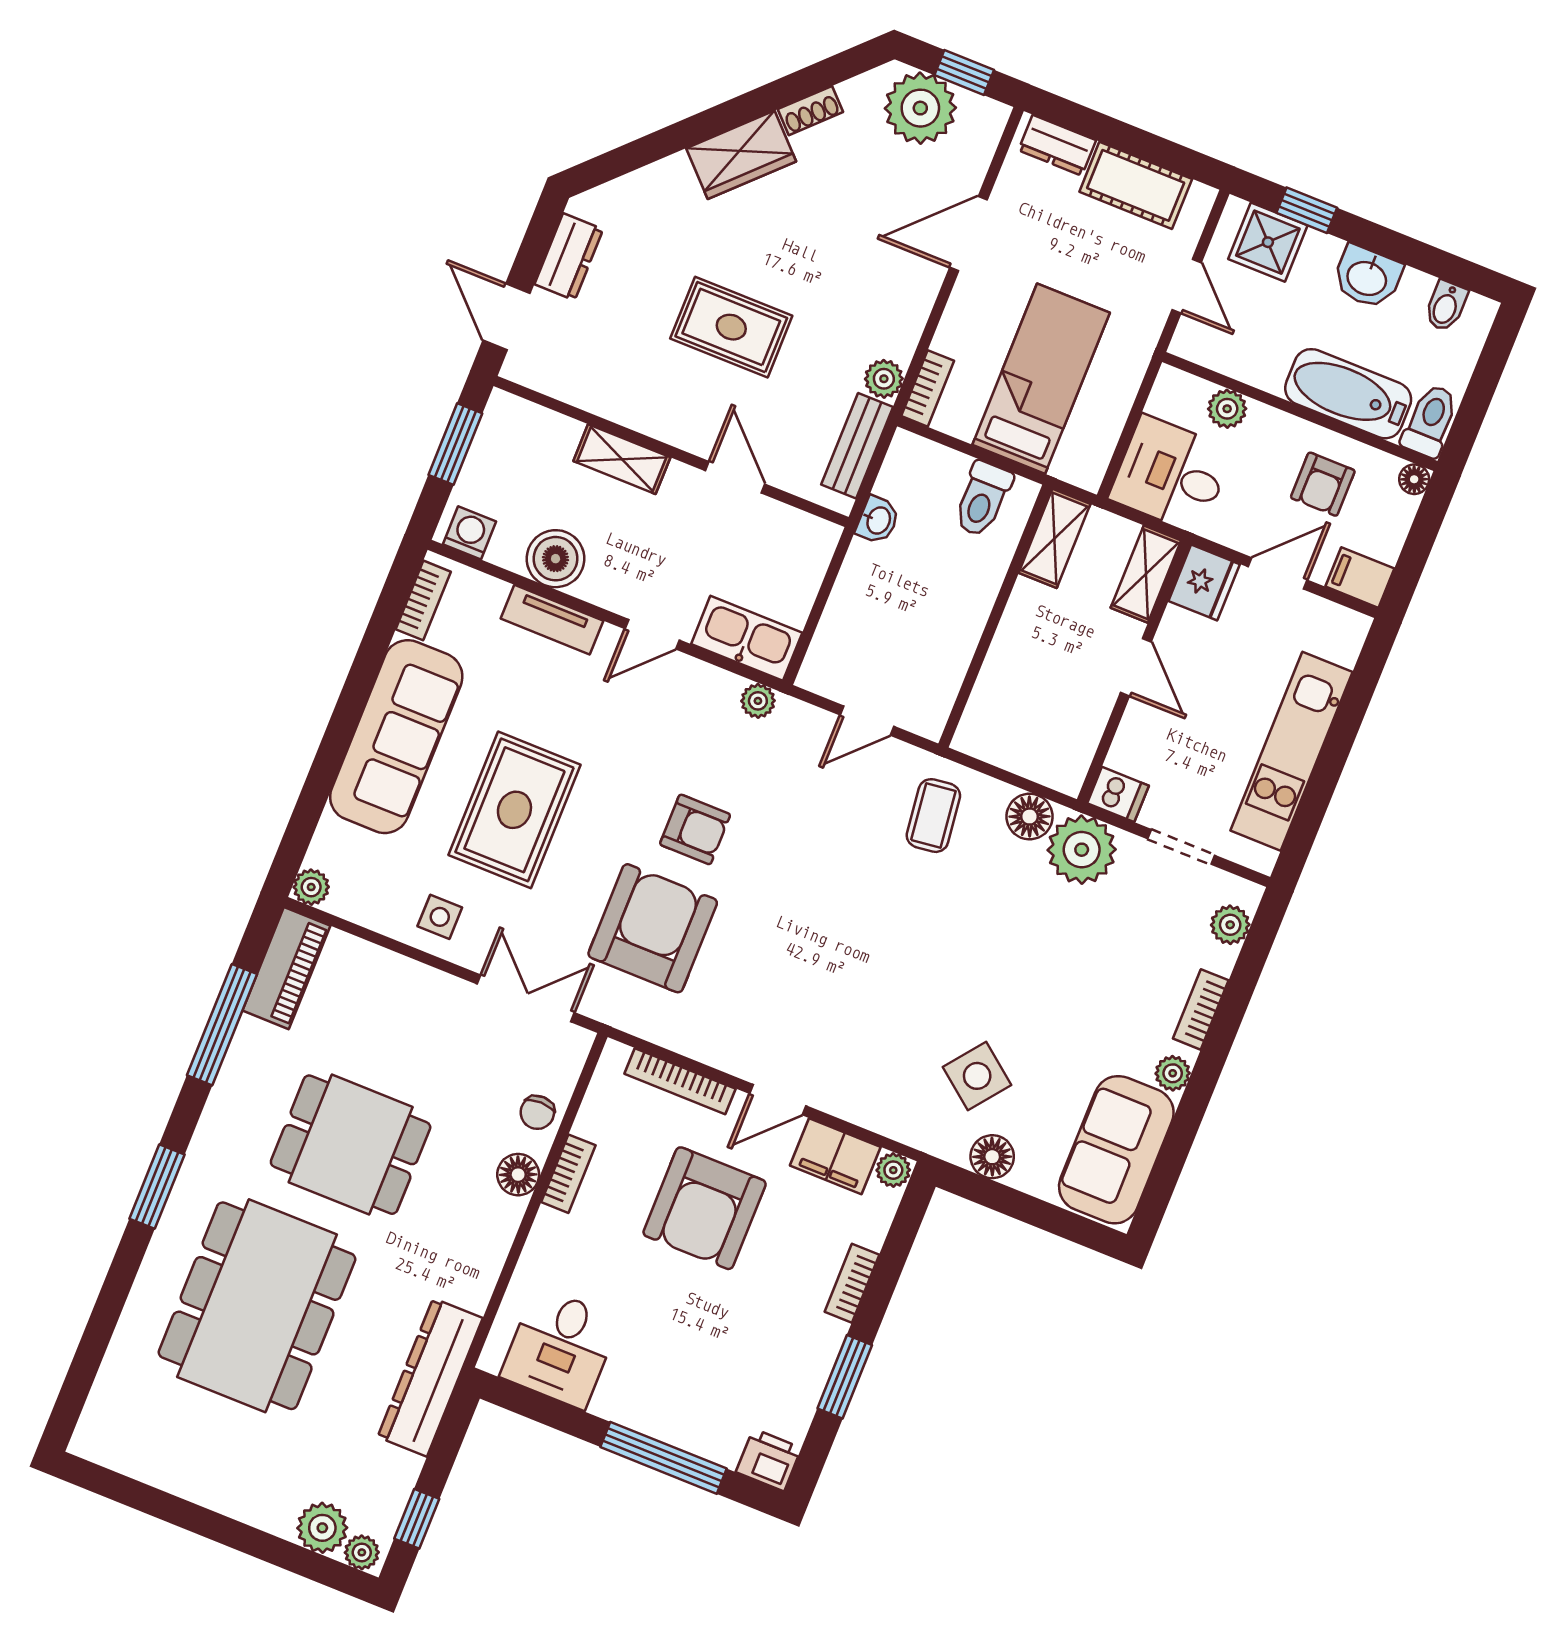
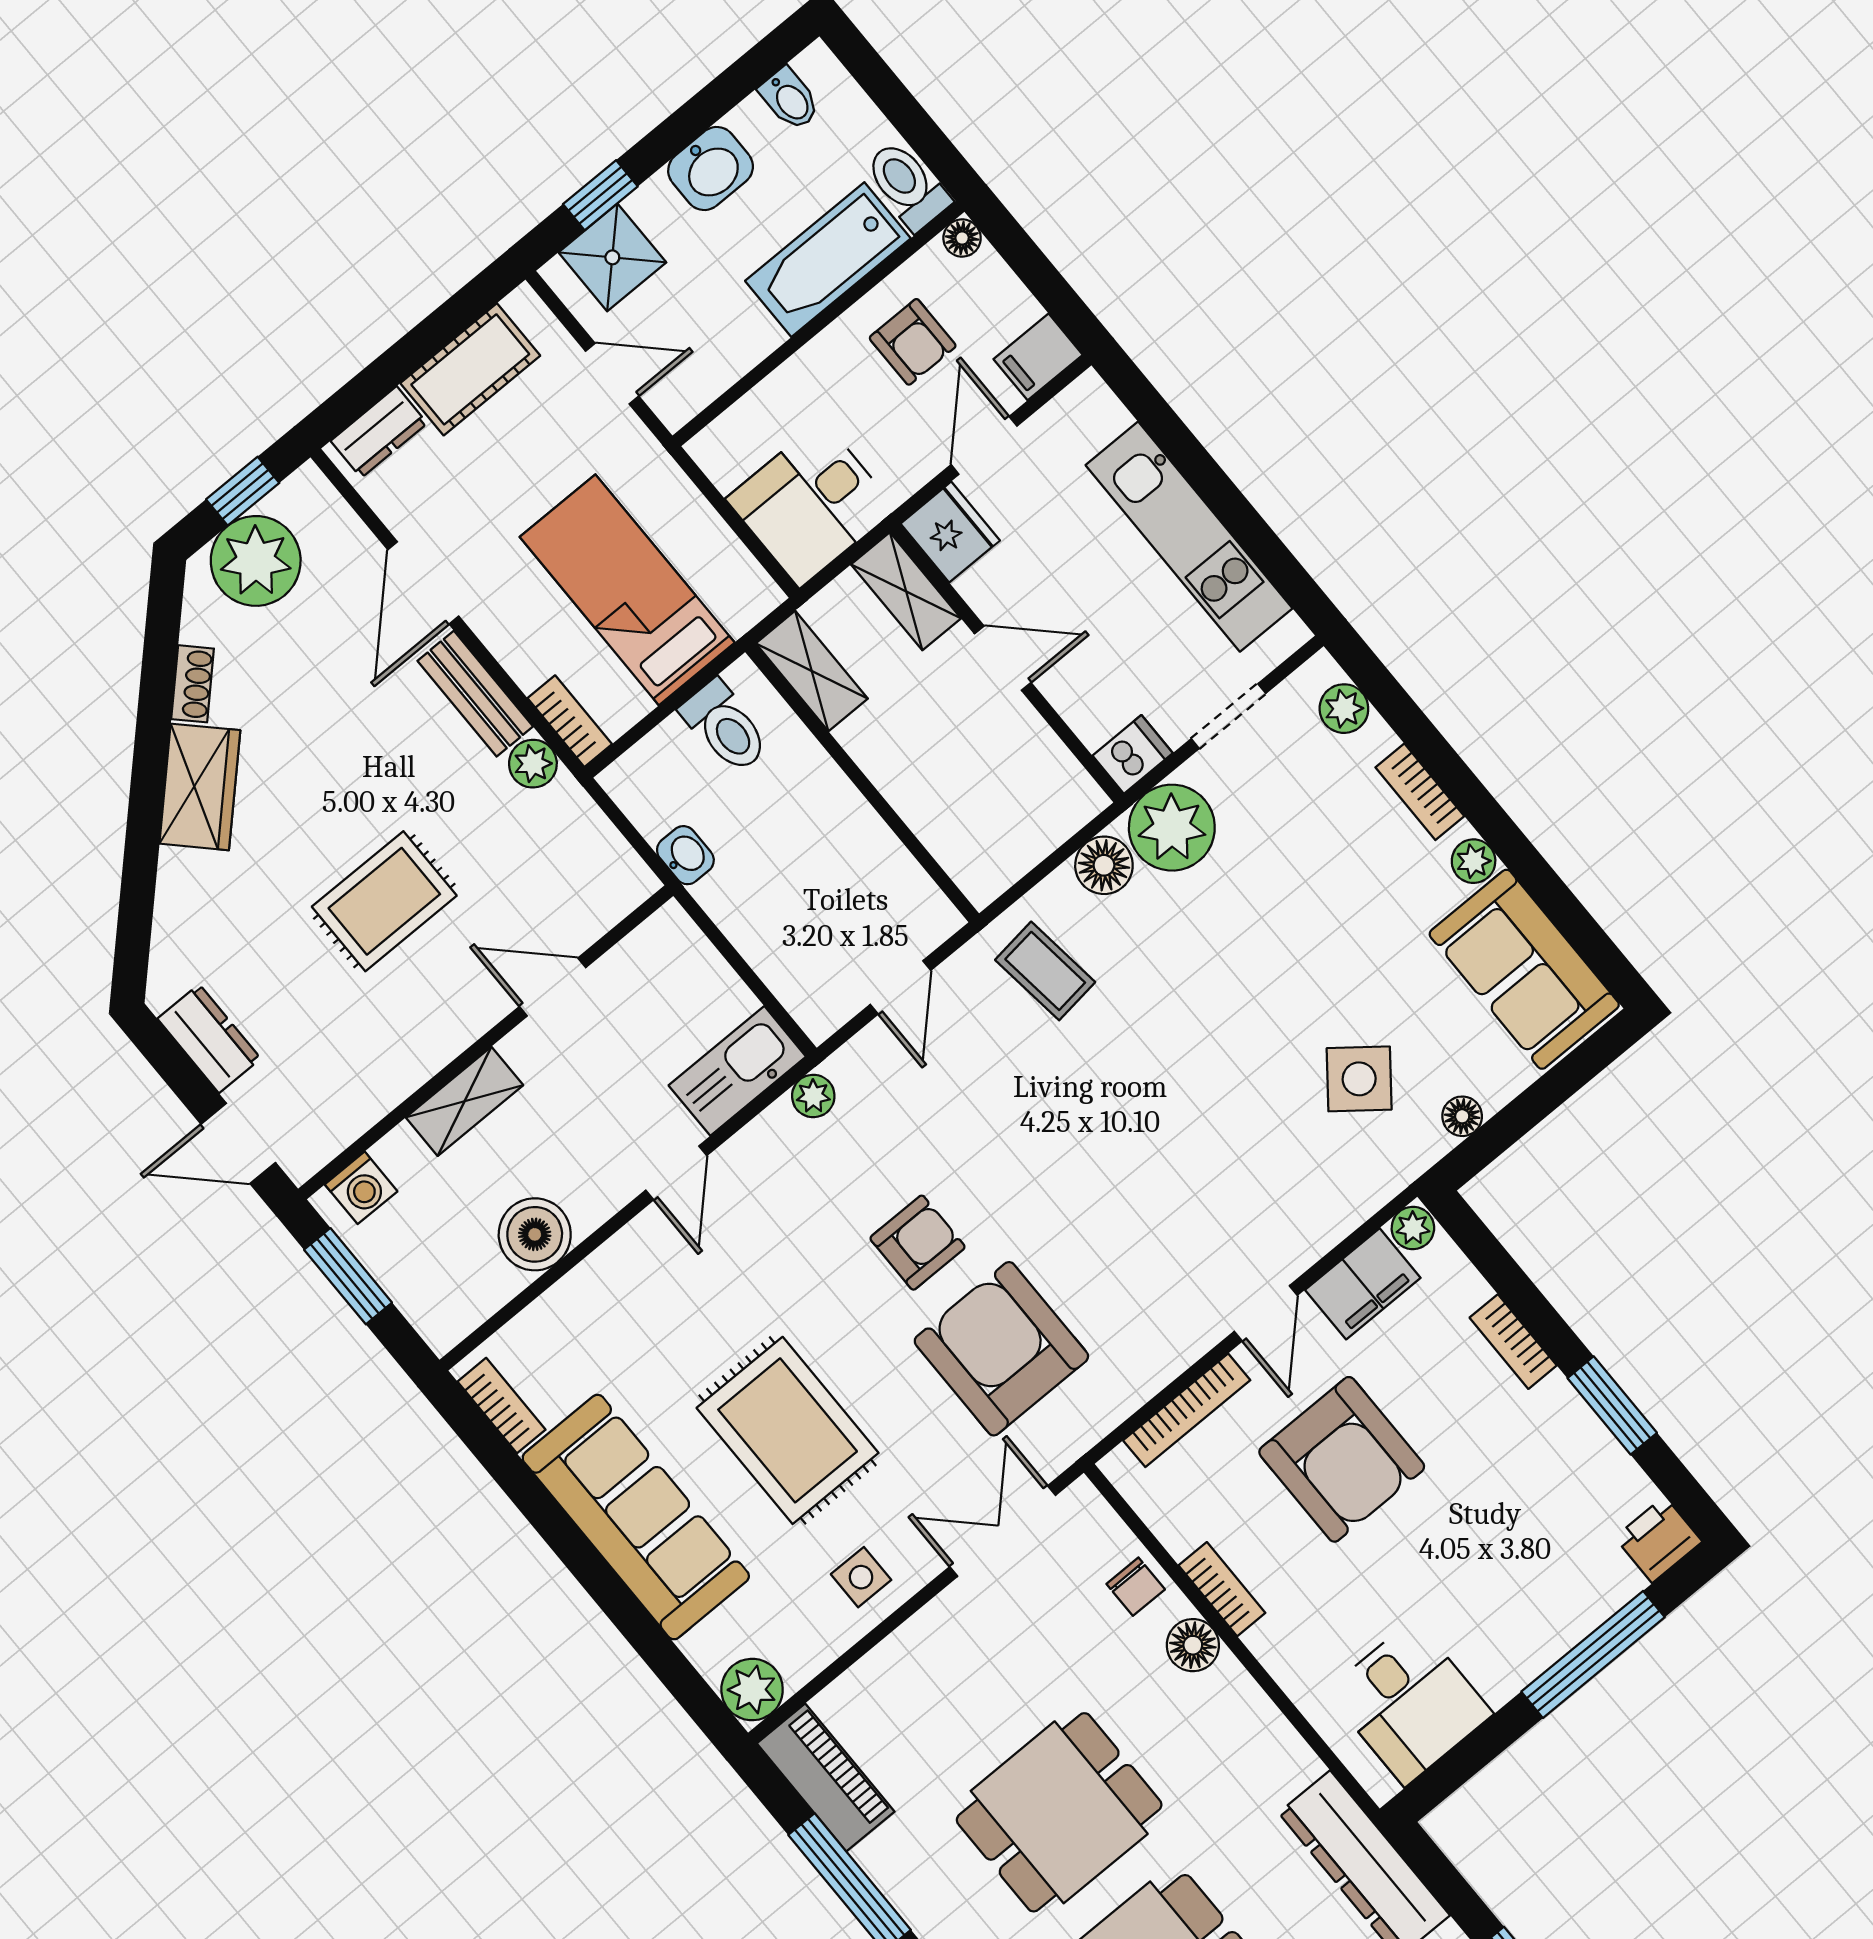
plant: (1227, 409) -> (772, 402), removed
bench: (857, 446) -> (475, 694), moved
washing machine: (469, 533) -> (361, 1188), moved, turned 180
tv unit: (552, 620) -> (600, 1275), removed
plant: (311, 887) -> (752, 1690), width x1.38, depth x1.38
floor lamp: (992, 1157) -> (1462, 1116), width x0.73, depth x0.73

